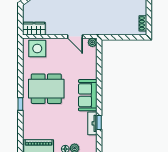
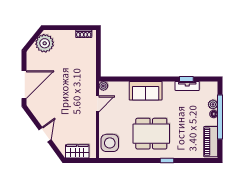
wardrobe: (34, 29) -> (77, 151), moved, turned 90
dining table: (46, 89) -> (151, 134), turned 90
sofa: (88, 95) -> (146, 91), moved

